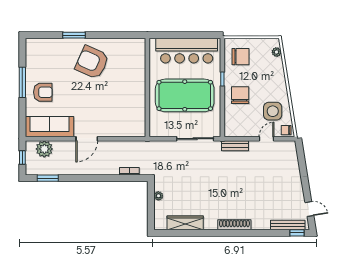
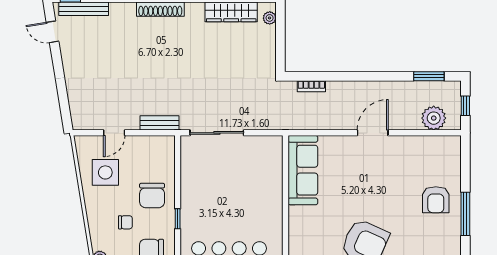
armchair: (43, 92) -> (436, 200), turned -90
pool table: (185, 95) -> (232, 195), removed
sofa: (49, 127) -> (303, 170), moved, turned -90
chair: (286, 130) -> (125, 222), moved
plant: (158, 196) -> (270, 18), moved

